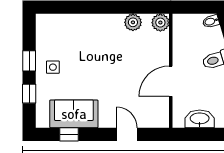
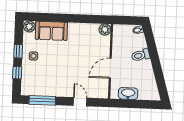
plant: (133, 22) -> (29, 26), moved
sofa: (74, 114) -> (51, 31), moved, turned 180
window: (69, 134) -> (42, 100), width x2.17

